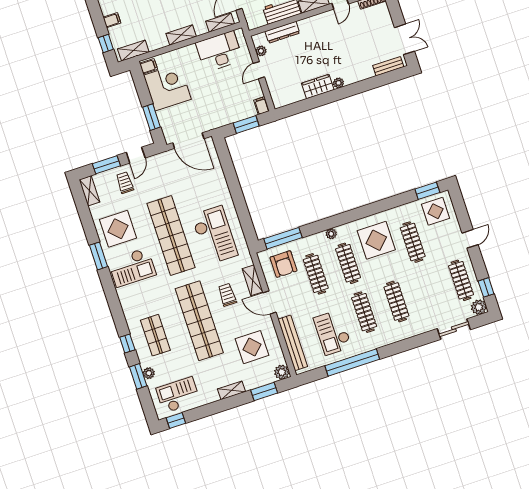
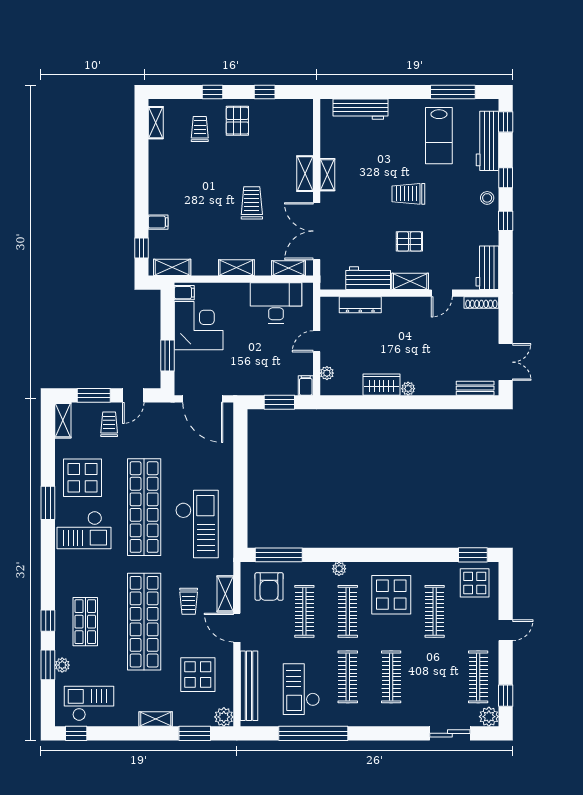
plant: (261, 51) -> (327, 373), moved
trolley: (227, 295) -> (189, 601), turned 180

